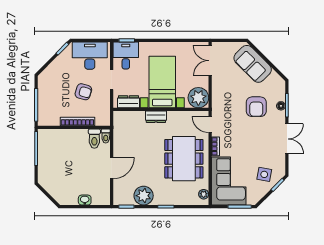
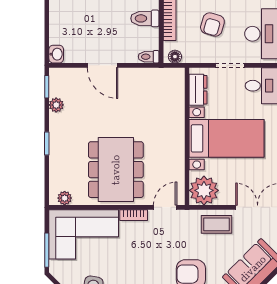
coffee table: (222, 89) -> (216, 224), added
dresser: (156, 117) -> (176, 129), removed
floor lamp: (106, 118) -> (175, 57), added
toilet: (94, 139) -> (145, 18), moved
dining table: (184, 159) -> (116, 170), turned 90
plant: (144, 196) -> (56, 105), width x0.53, depth x0.53
washbasin: (85, 200) -> (56, 54), moved

